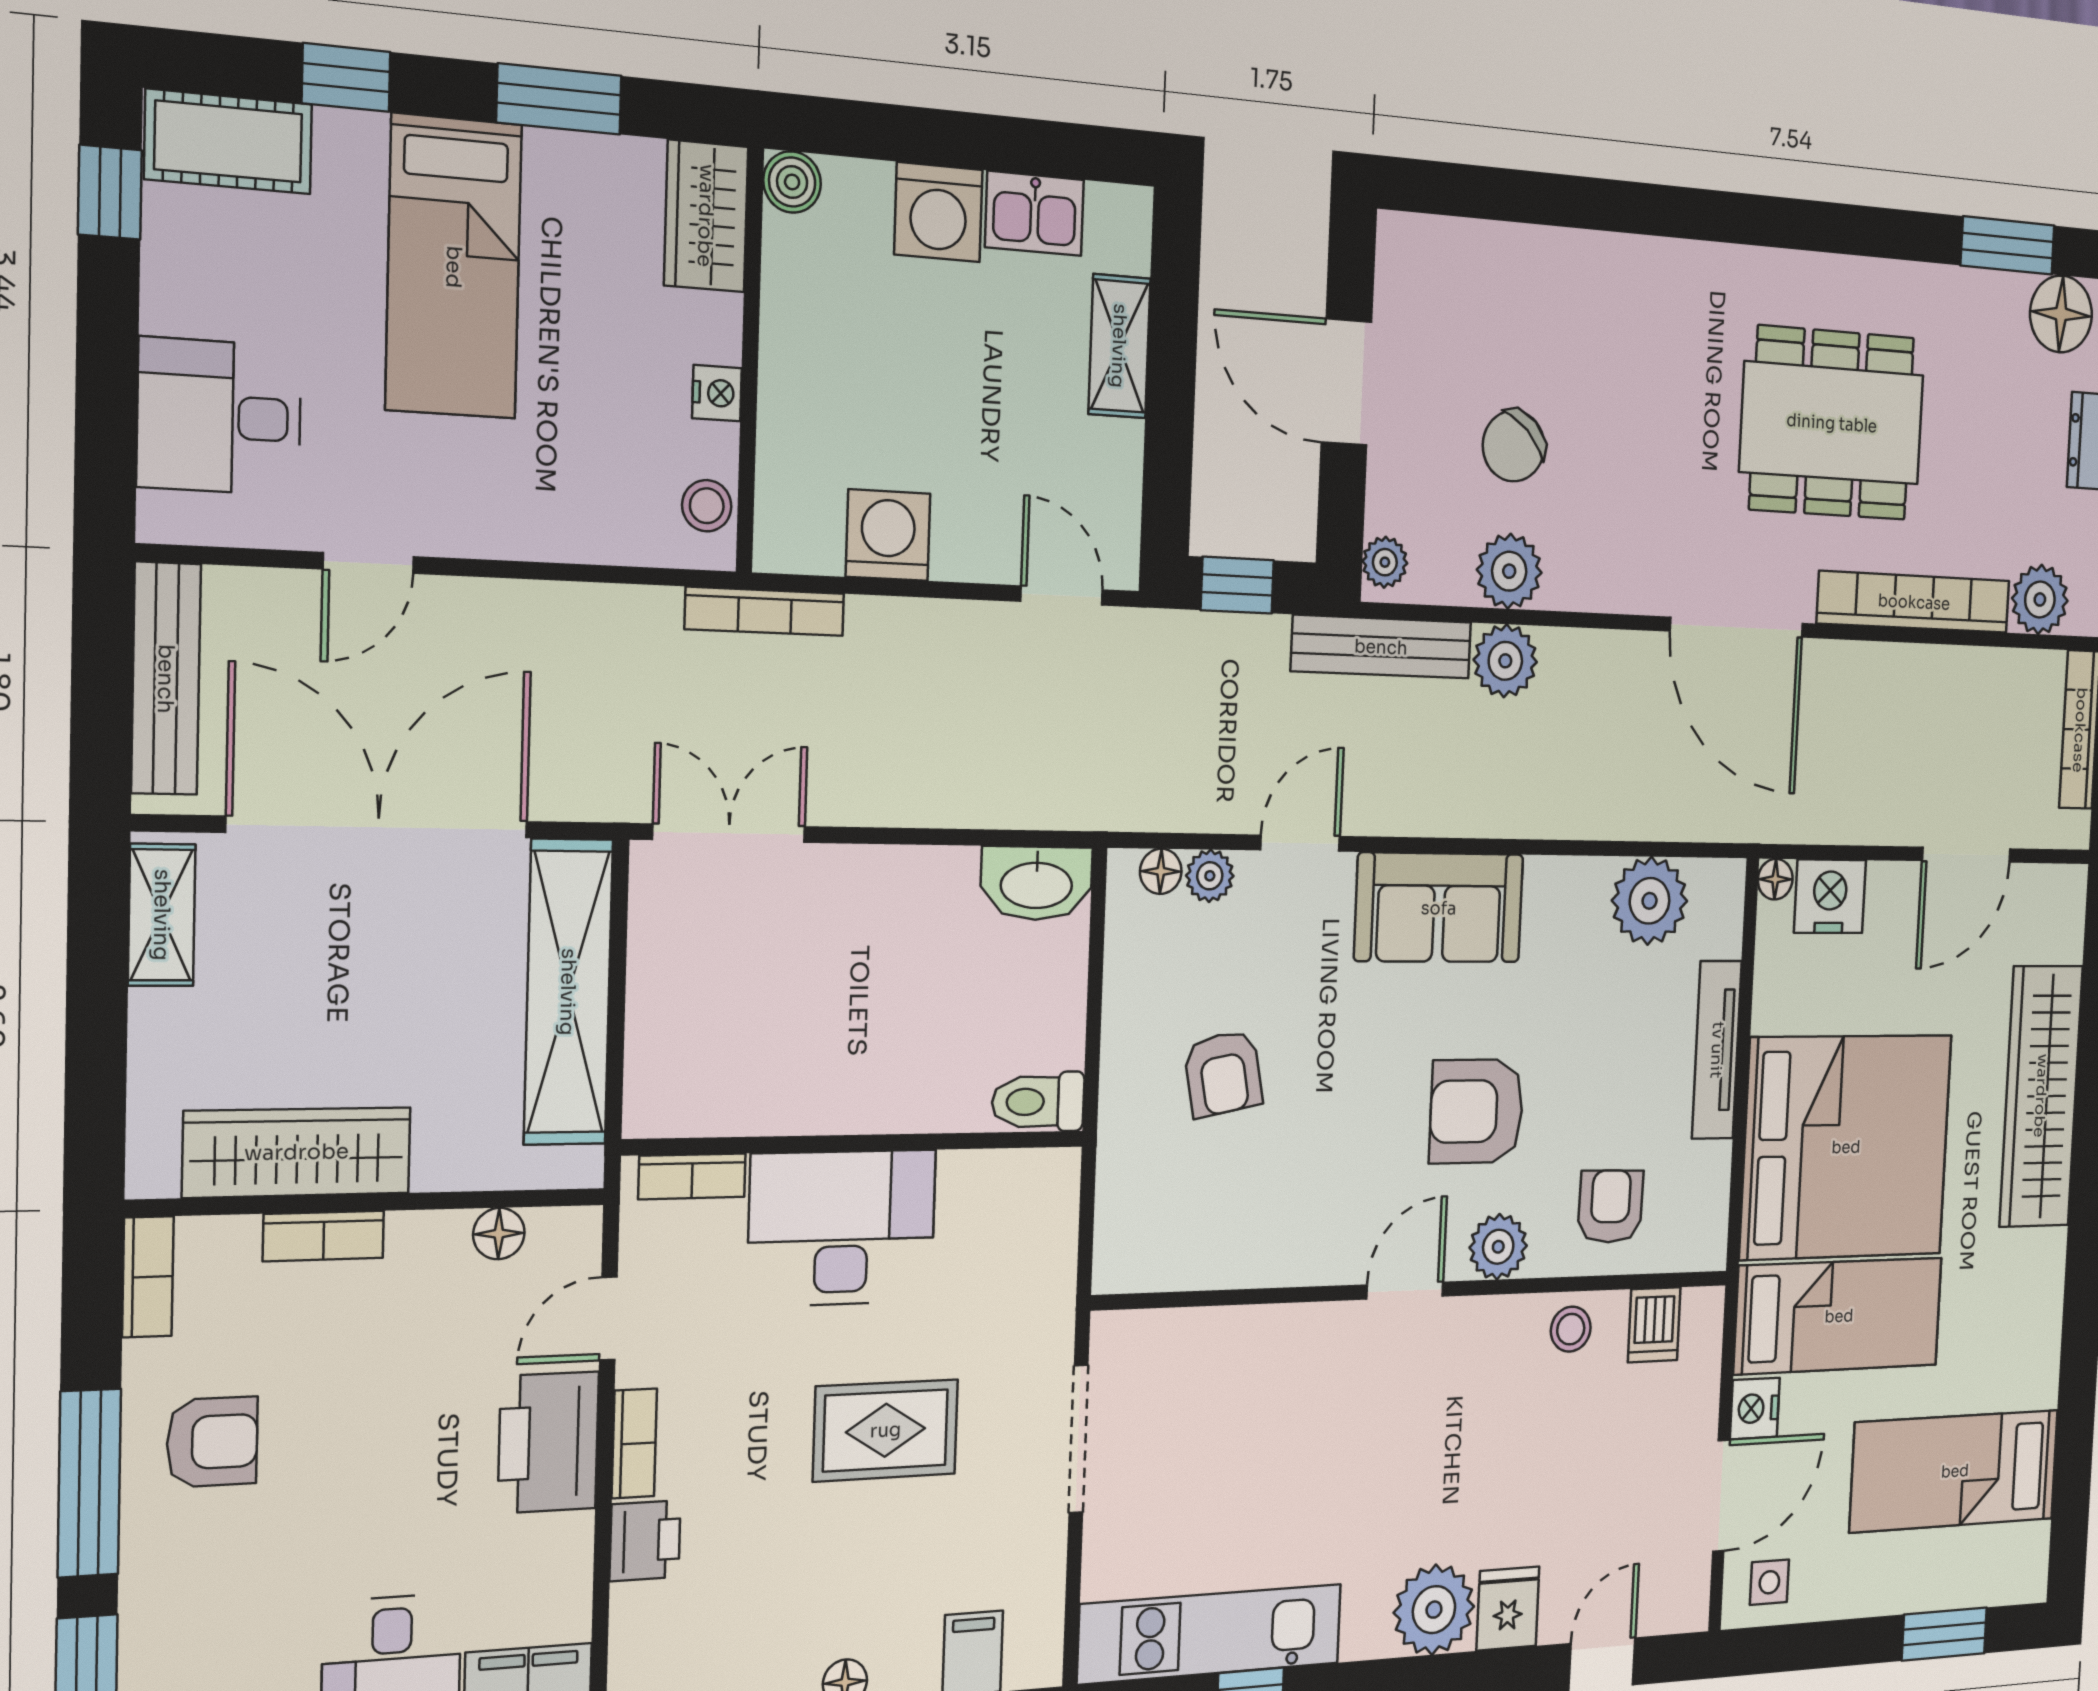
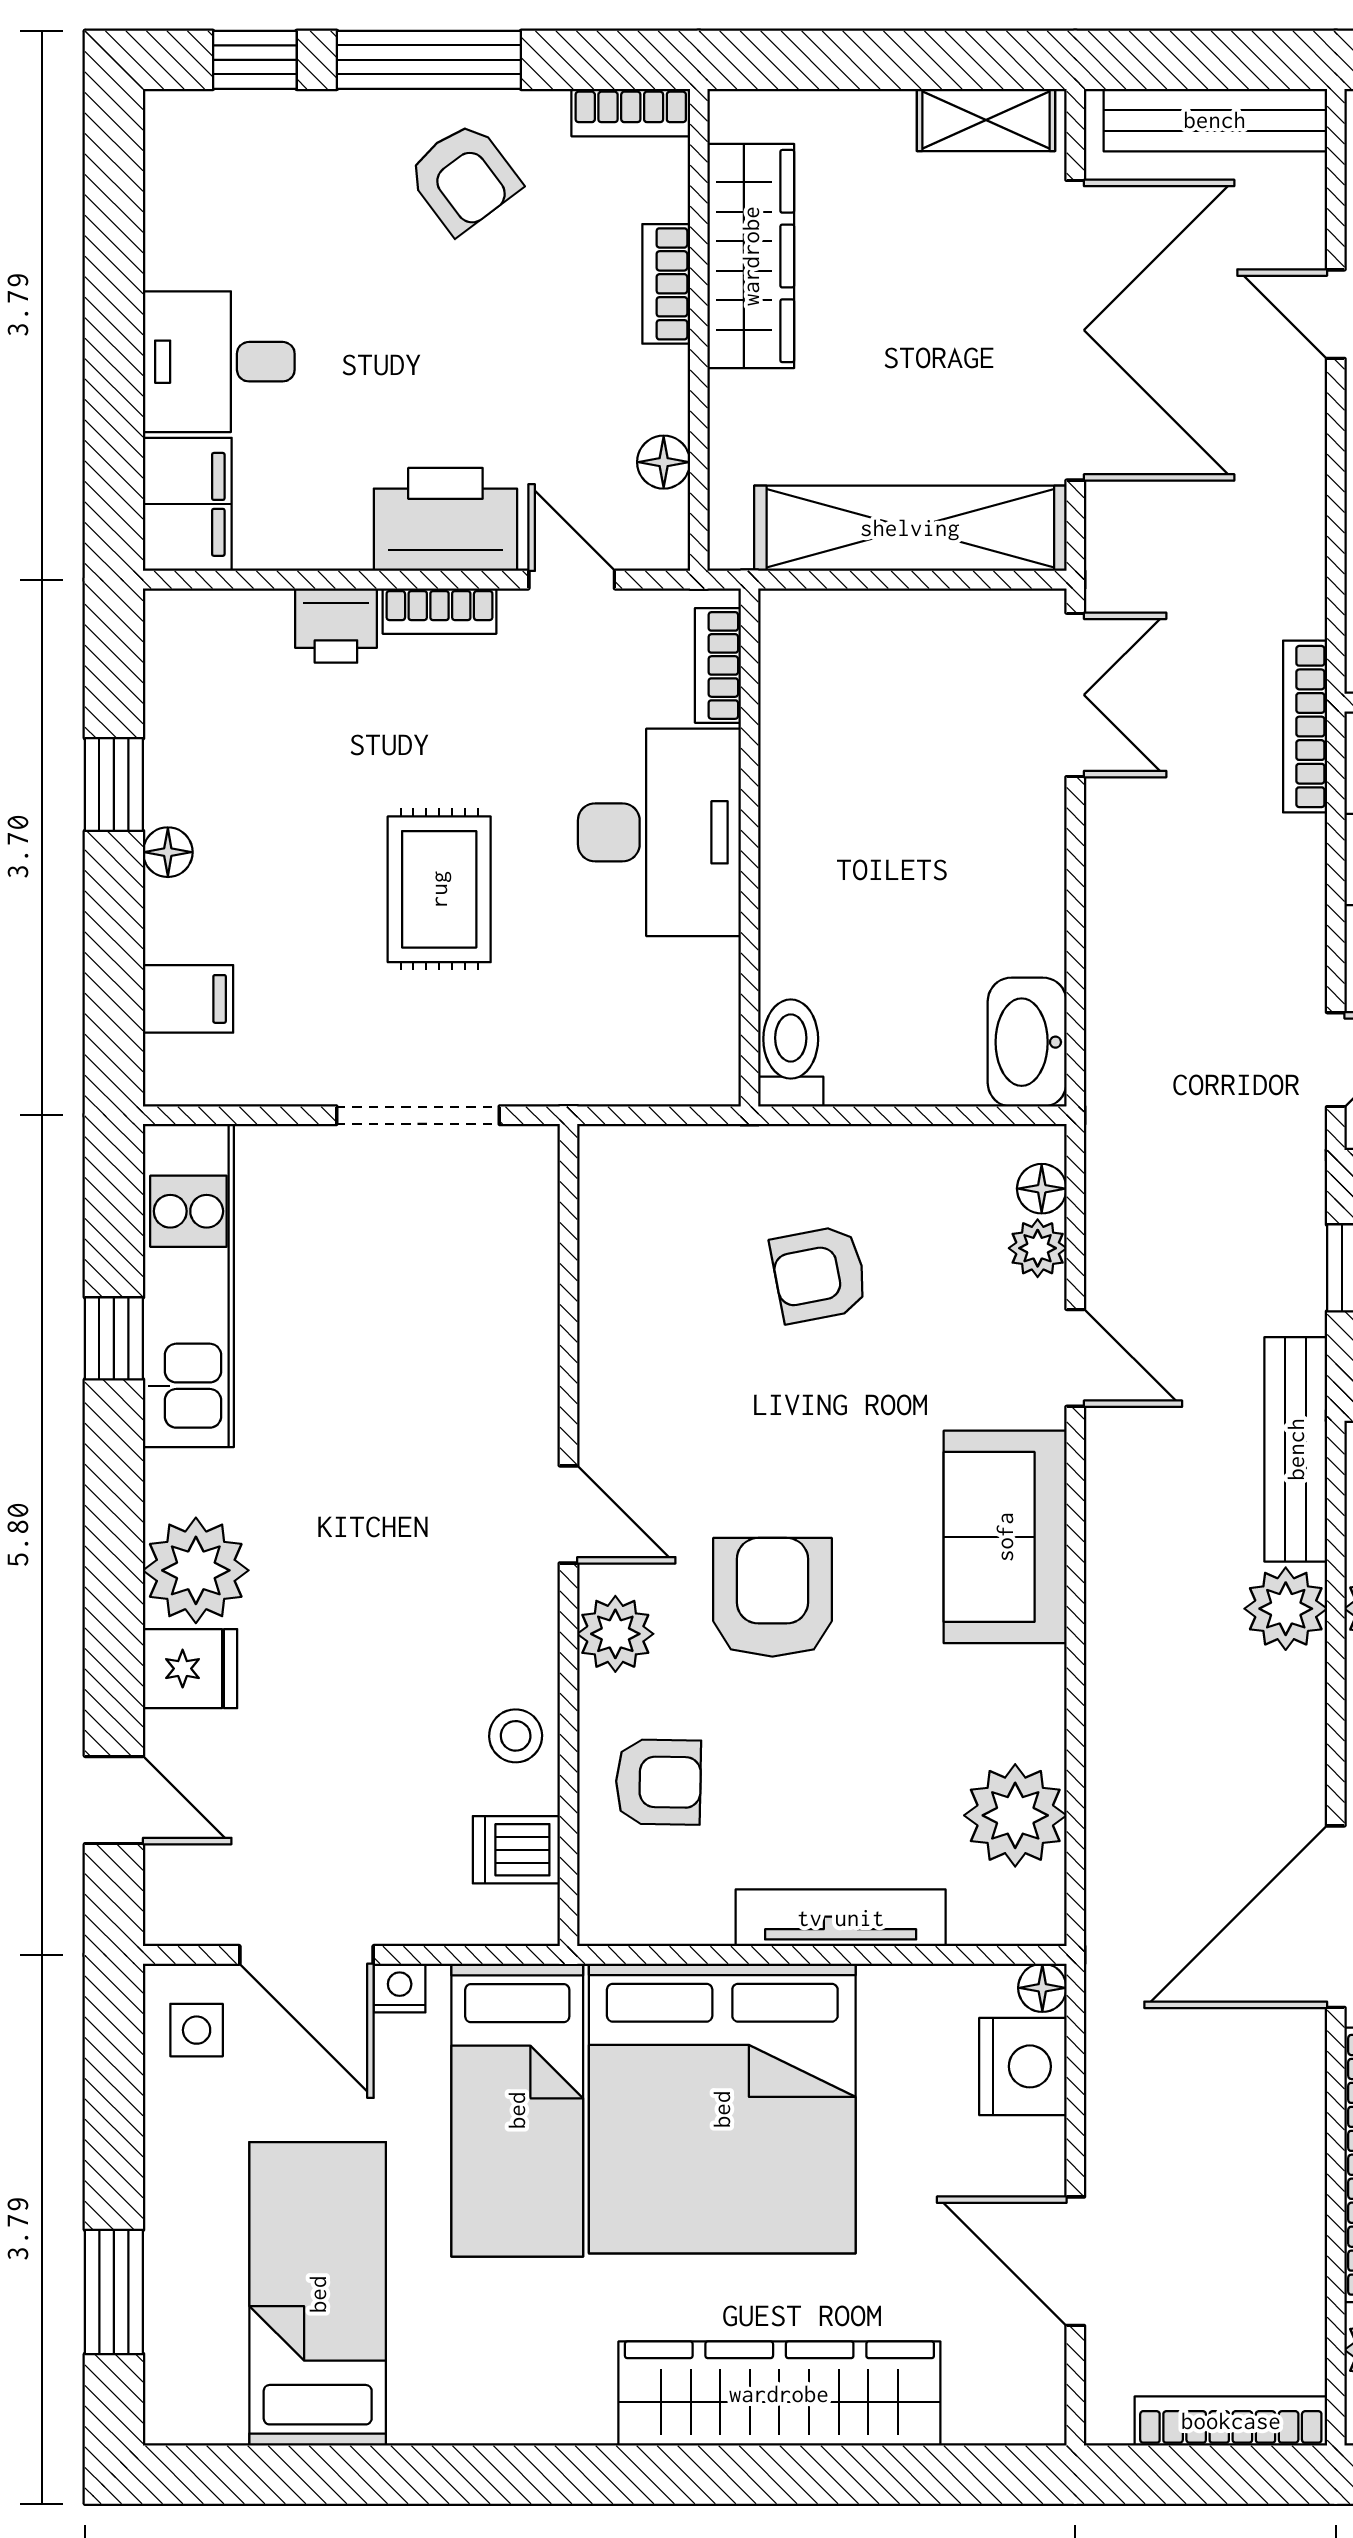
nightstand: (1755, 1408) -> (400, 1988), width x0.72, depth x0.74
armchair: (212, 1442) -> (464, 178), turned -37

